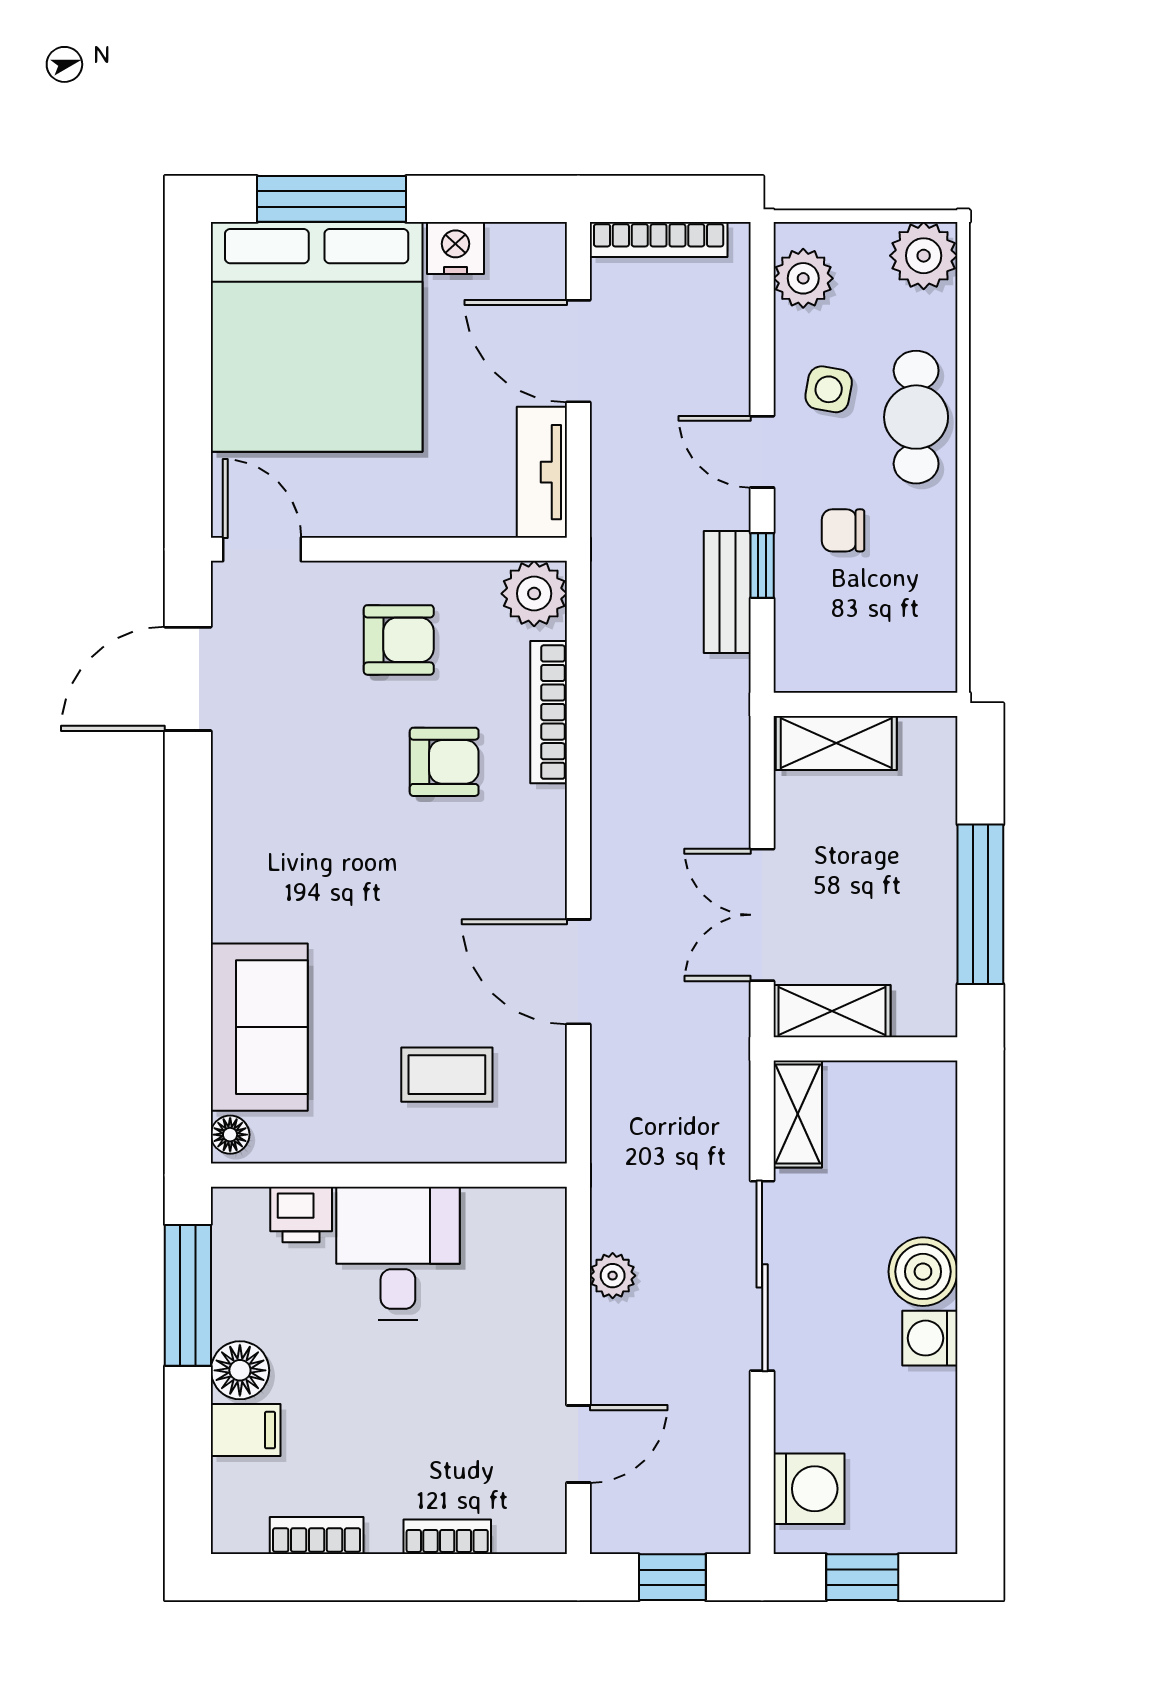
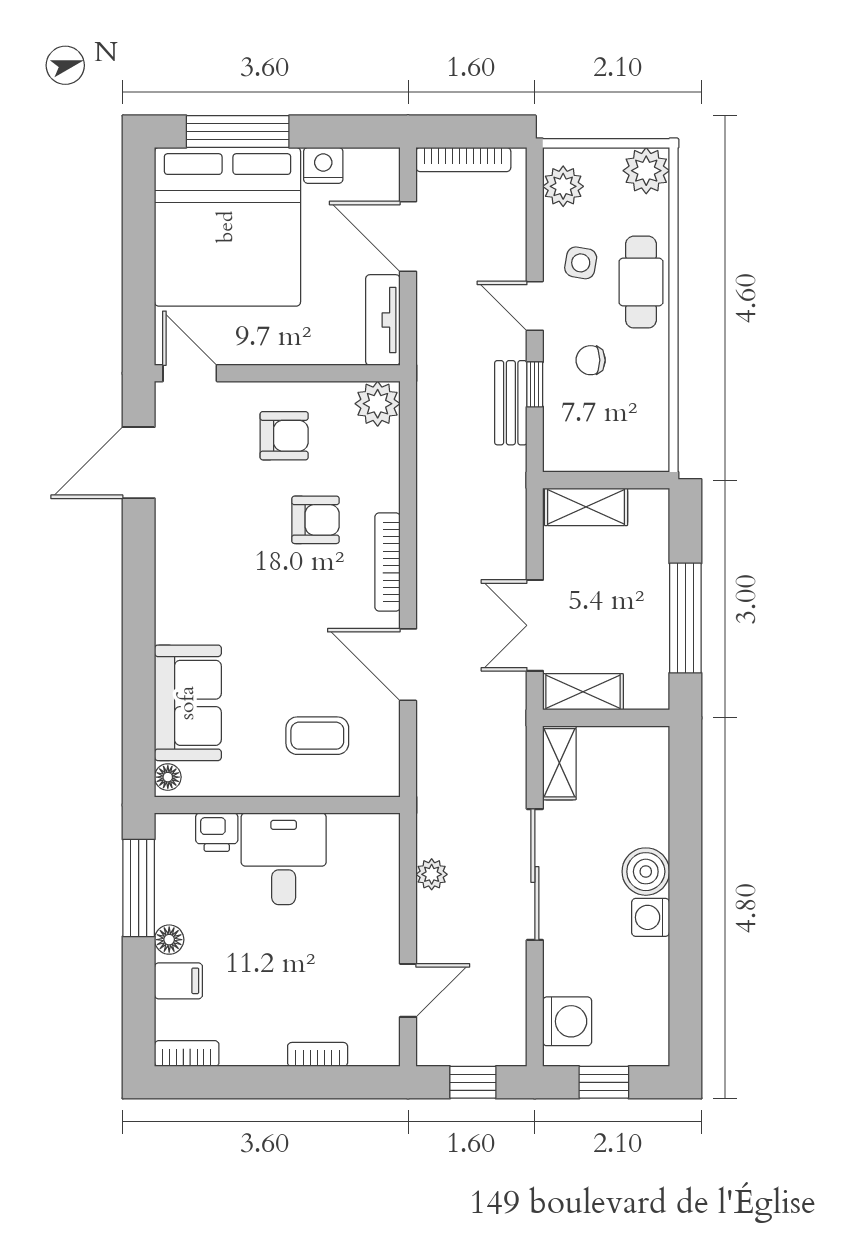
bookcase: (549, 712) -> (388, 562), moved
floor lamp: (240, 1370) -> (169, 940), width x0.73, depth x0.73
bookcase: (317, 1536) -> (187, 1054), moved

